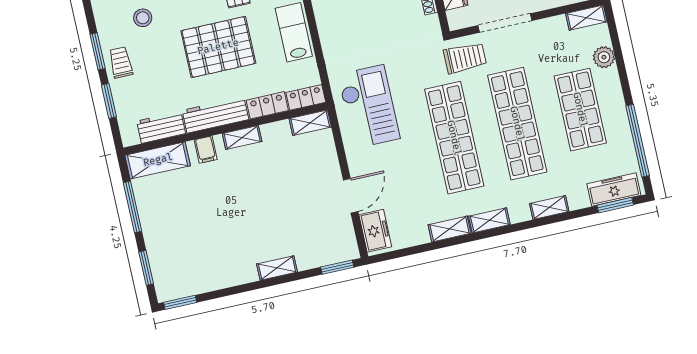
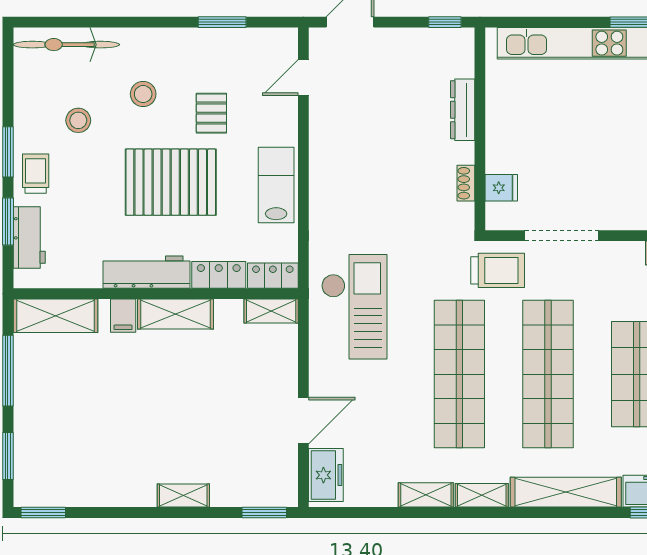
workbench: (161, 127) -> (29, 238), moved, turned 90
shelving: (242, 137) -> (176, 314), width x1.50, depth x1.33
shelving: (549, 207) -> (566, 492), width x2.20, depth x1.33

